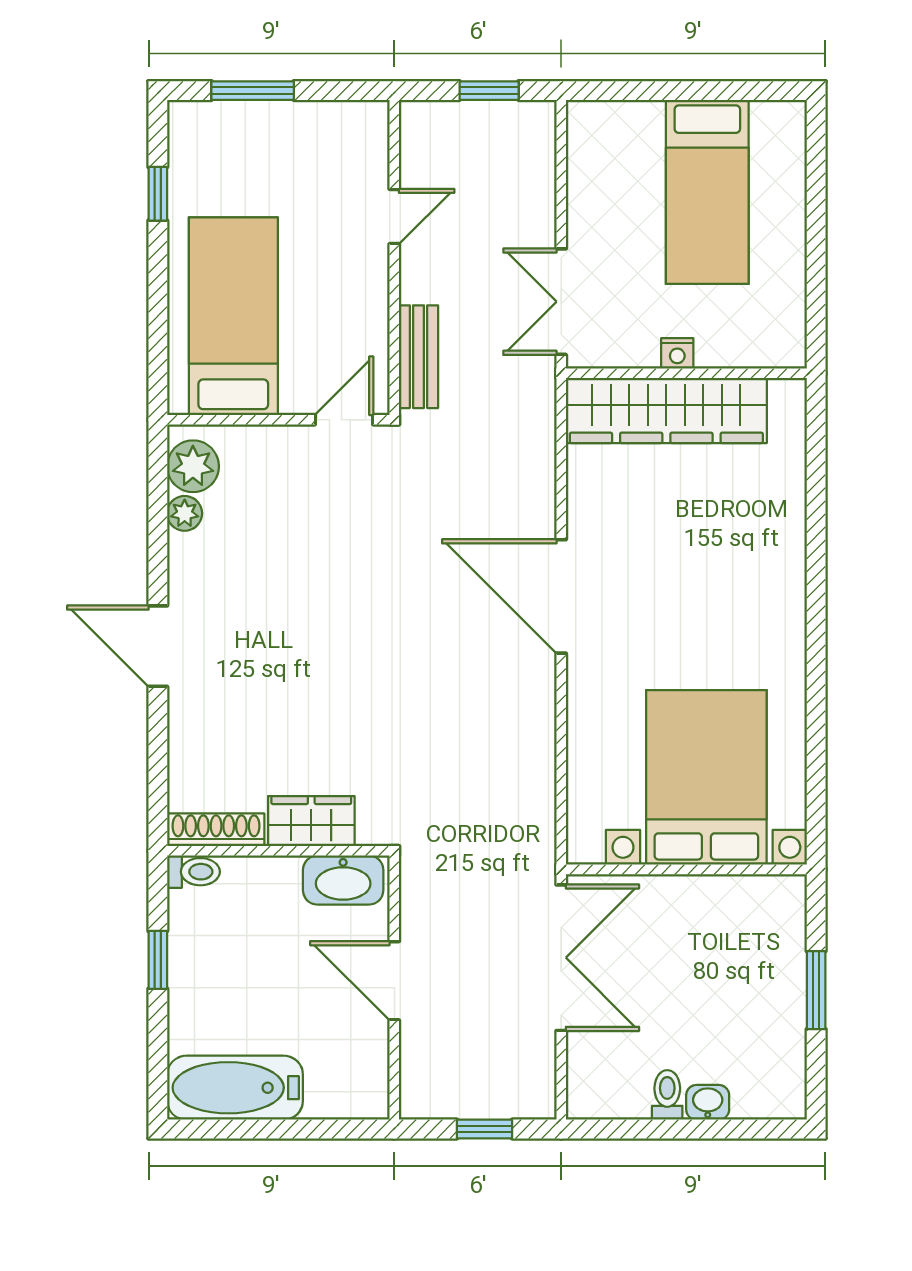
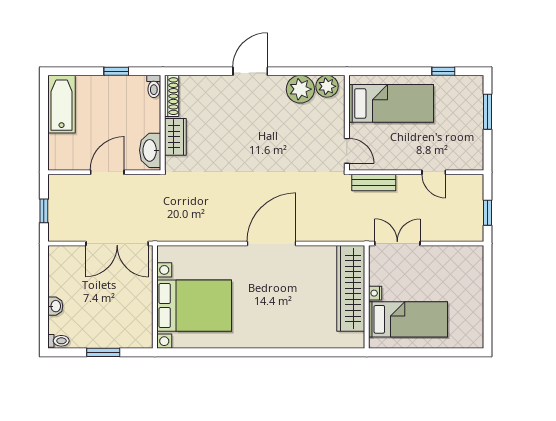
bed: (707, 192) -> (408, 319), moved, turned 180
plant: (185, 513) -> (300, 89), width x1.88, depth x1.88
toilet: (667, 1095) -> (58, 341), moved

